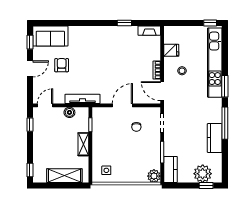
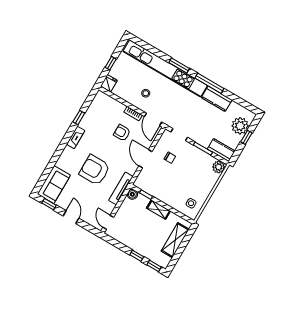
window: (210, 23) -> (111, 63), moved
fireplace: (149, 31) -> (76, 137), moved
fridge: (171, 50) -> (109, 83), moved
kitchen unit: (215, 63) -> (165, 68), width x1.36
armchair: (62, 65) -> (95, 170), moved, width x1.88, depth x1.88
armchair: (133, 70) -> (122, 133), added
door: (162, 91) -> (153, 119), hinge flipped
boiler: (69, 112) -> (132, 194), moved
window: (30, 125) -> (137, 256), moved
window: (206, 185) -> (246, 137), moved

